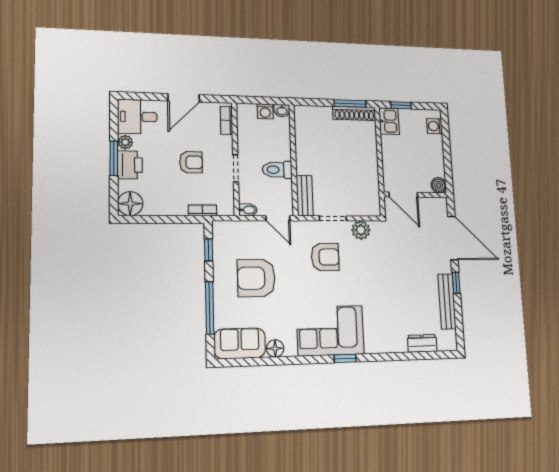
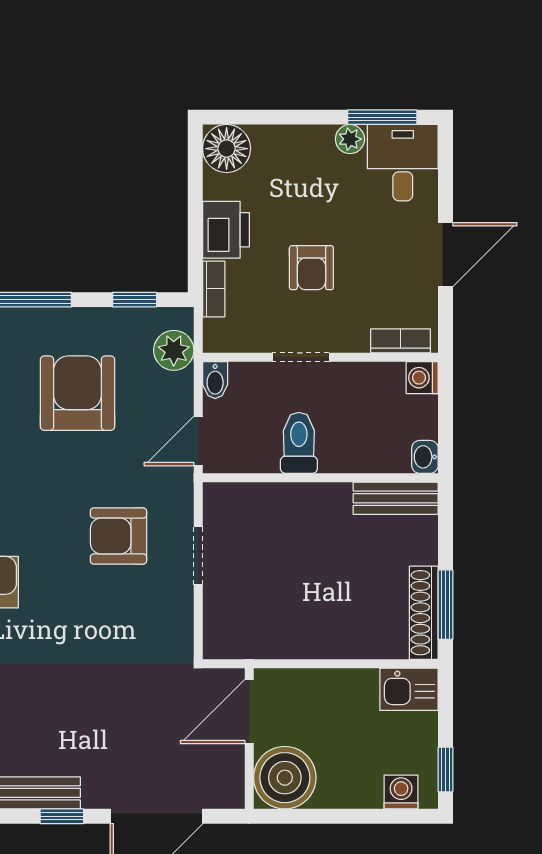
door: (184, 98) -> (445, 255), swing flipped
window: (401, 105) -> (445, 770), moved
washing machine: (265, 111) -> (422, 378), moved
window: (114, 158) -> (382, 117), moved
printer: (130, 165) -> (226, 230), moved, turned -90
boiler: (439, 185) -> (285, 778), width x1.86, depth x1.86
bench: (305, 196) -> (396, 498), moved
plant: (361, 230) -> (174, 350), moved
armchair: (325, 257) -> (118, 536), turned 90

